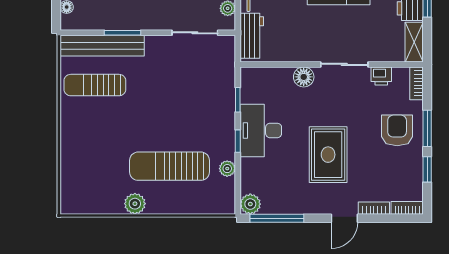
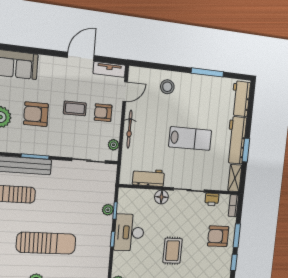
workbench: (252, 36) -> (149, 178), moved, turned -90
armchair: (397, 130) -> (218, 236), turned -90
rug: (328, 155) -> (173, 251), width x0.73, depth x0.70
sun lounger: (170, 166) -> (46, 243), moved, turned 180
plant: (227, 169) -> (108, 210), moved

